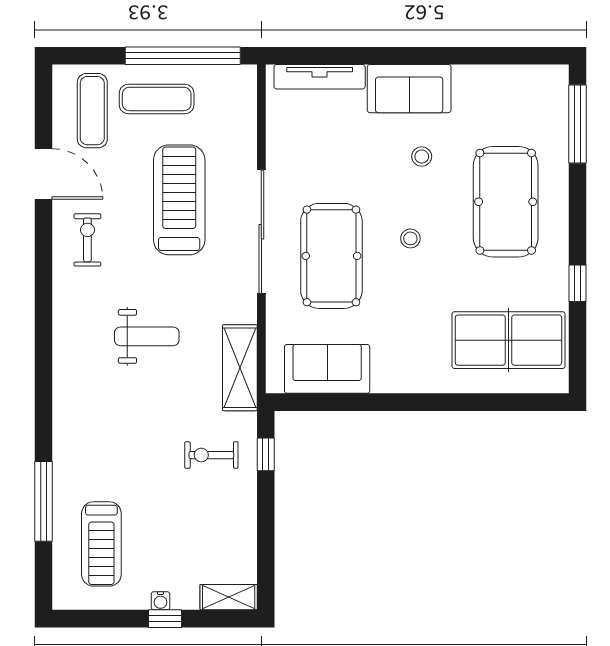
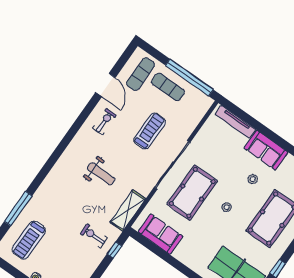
treadmill: (179, 200) -> (150, 131), width x0.73, depth x0.73

